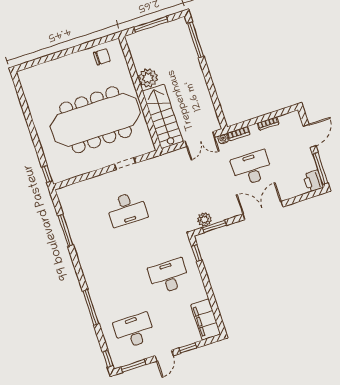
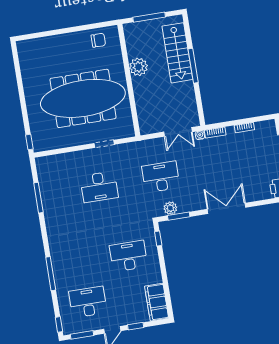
window: (195, 40) -> (193, 66), moved
stairs: (163, 116) -> (177, 53), moved, turned 180
desk: (252, 168) -> (161, 177), moved

